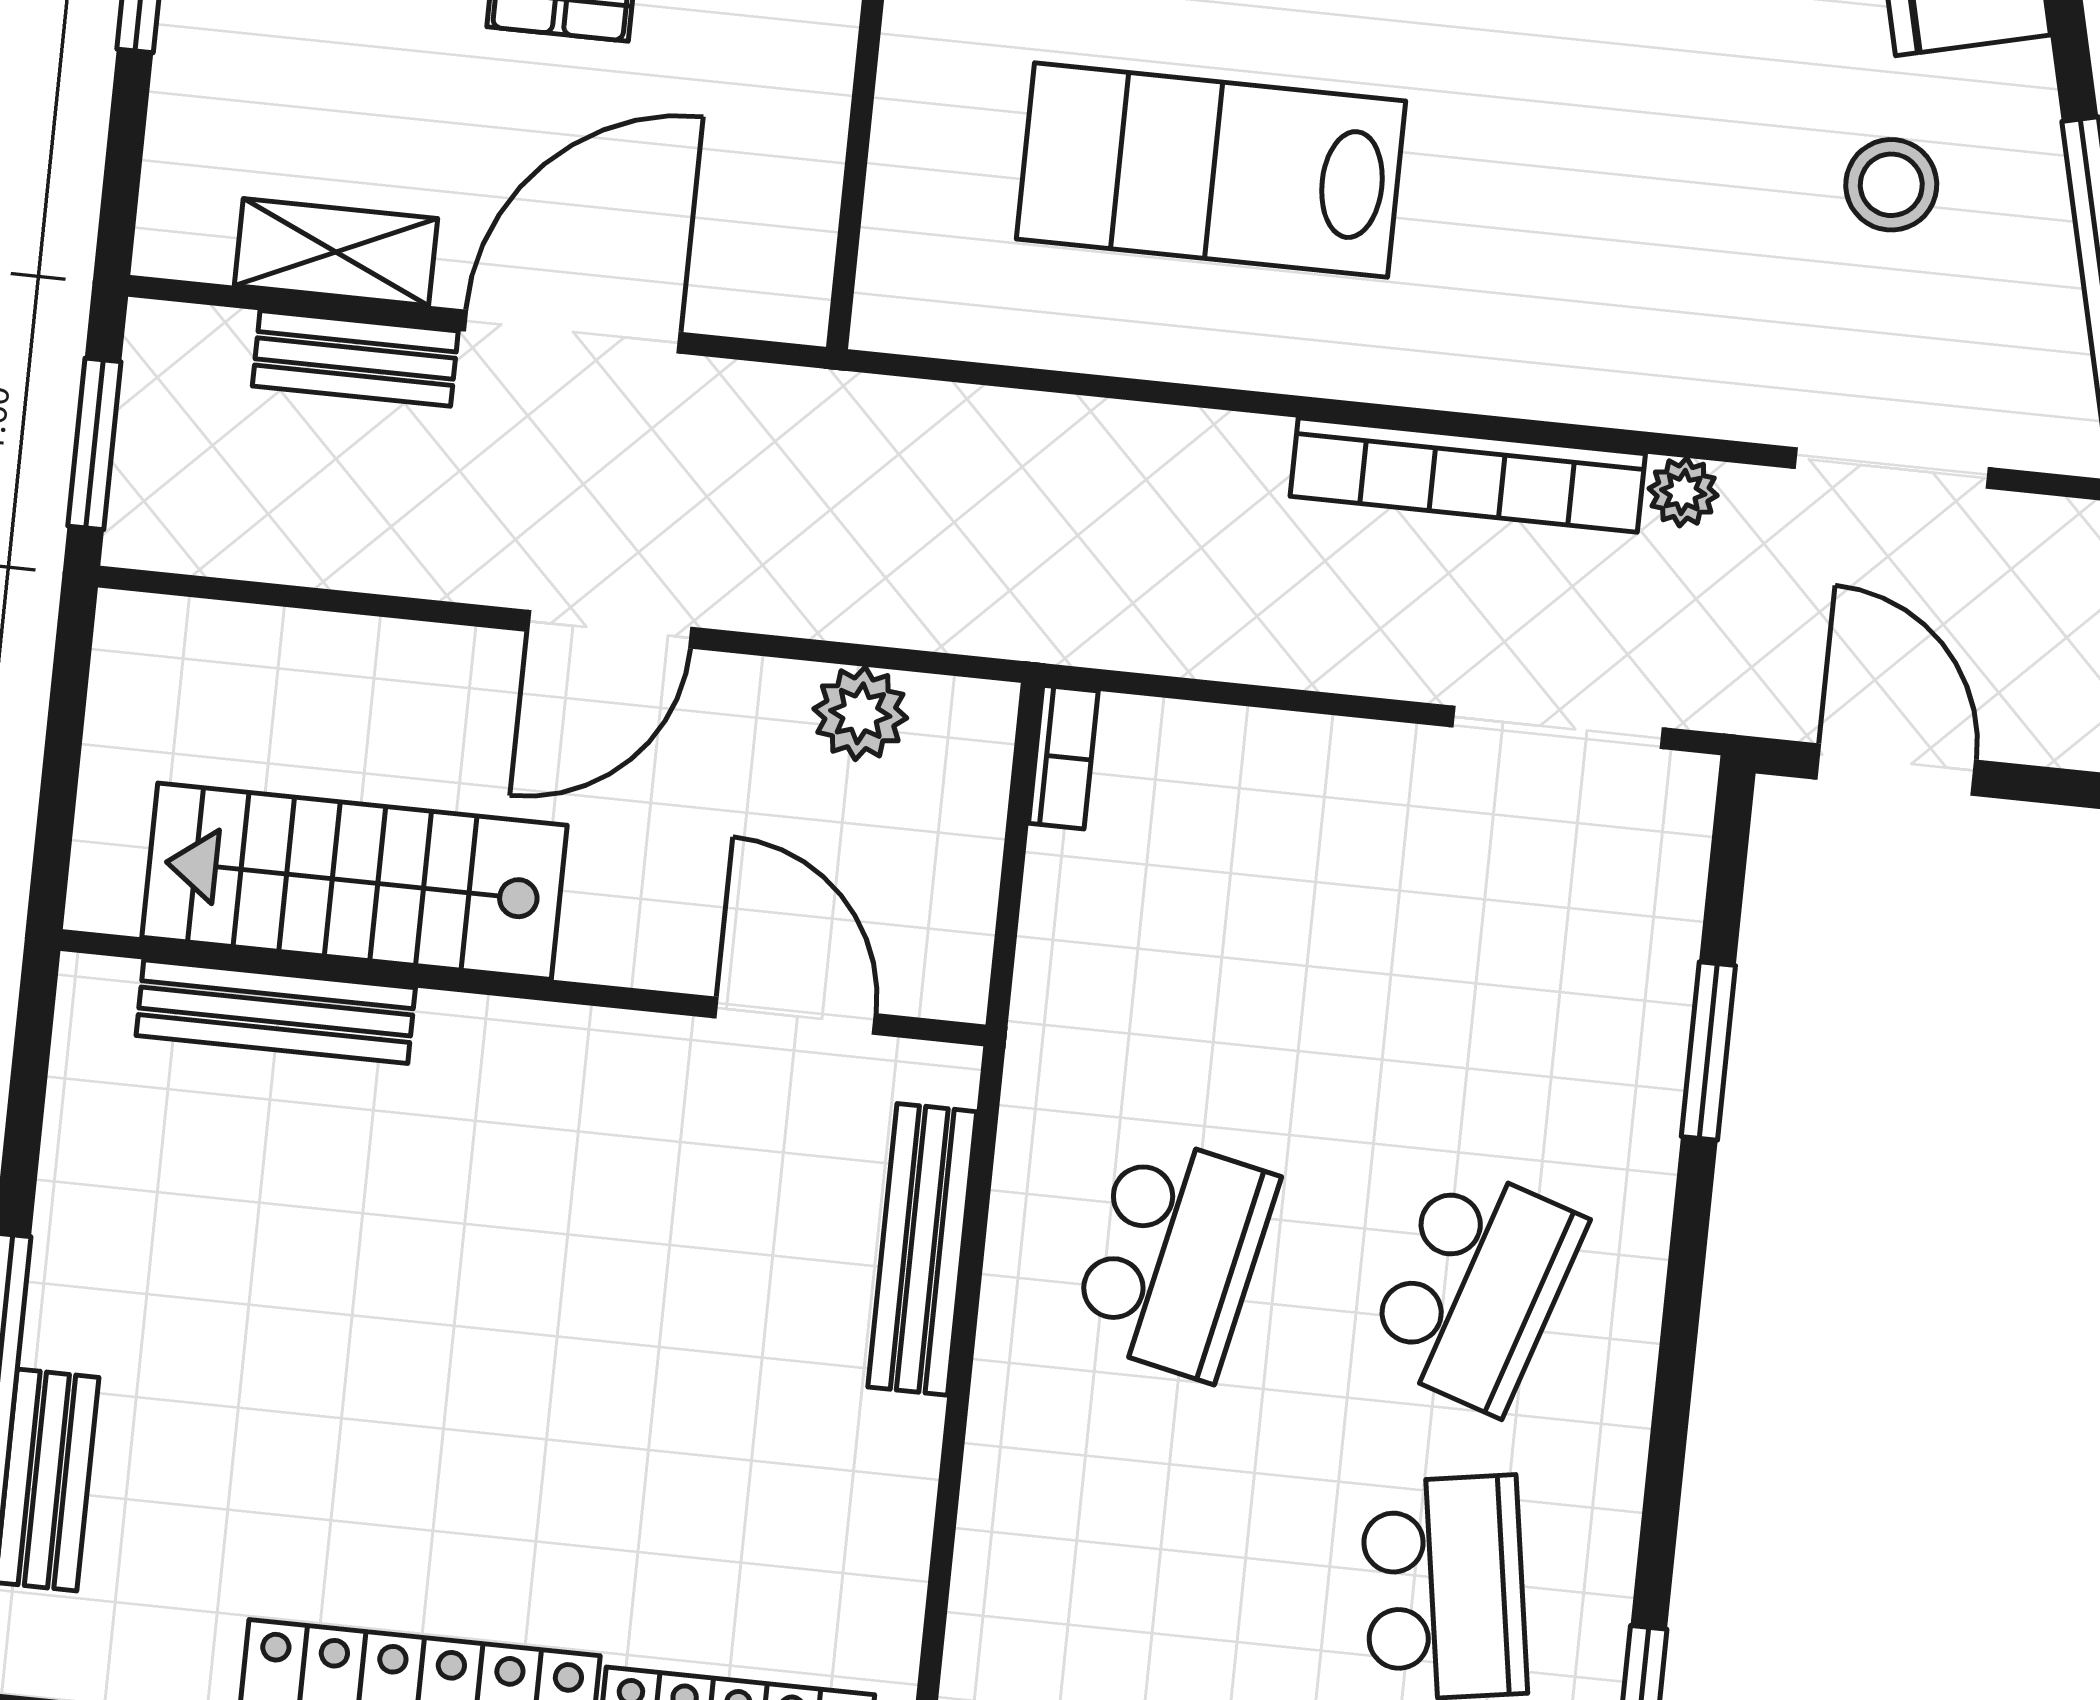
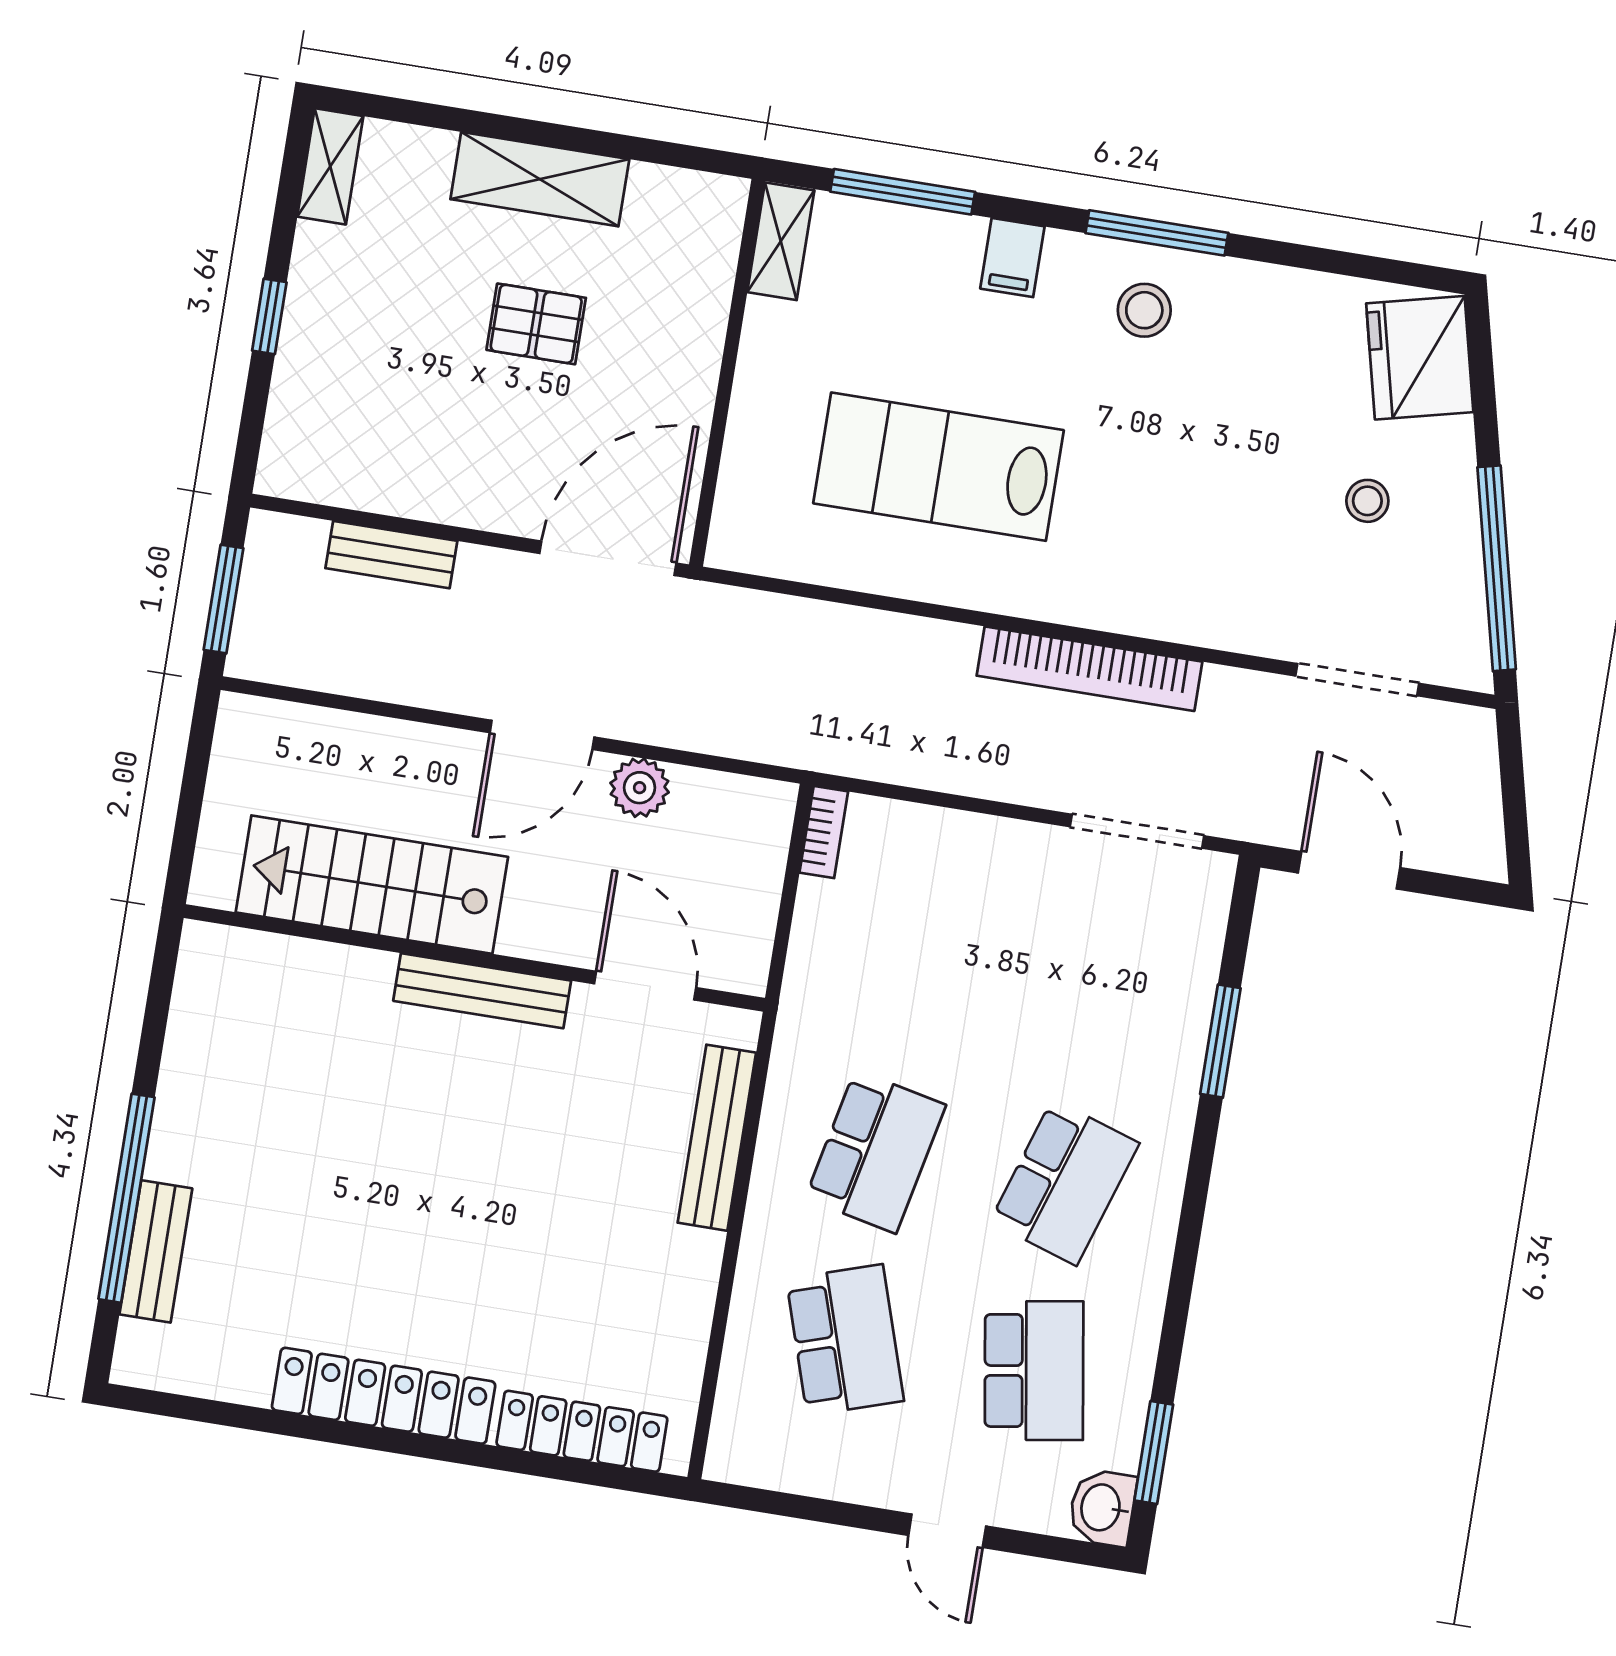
stool: (1891, 185) -> (1367, 501), width x0.73, depth x0.73
shelving: (336, 252) -> (383, 487), removed
door: (572, 332) -> (608, 558), moved
plant: (1683, 492) -> (1225, 687), removed
plant: (860, 713) -> (640, 788), moved
bench: (276, 1012) -> (482, 991), moved
school desk: (1143, 1557) -> (845, 1340), added

